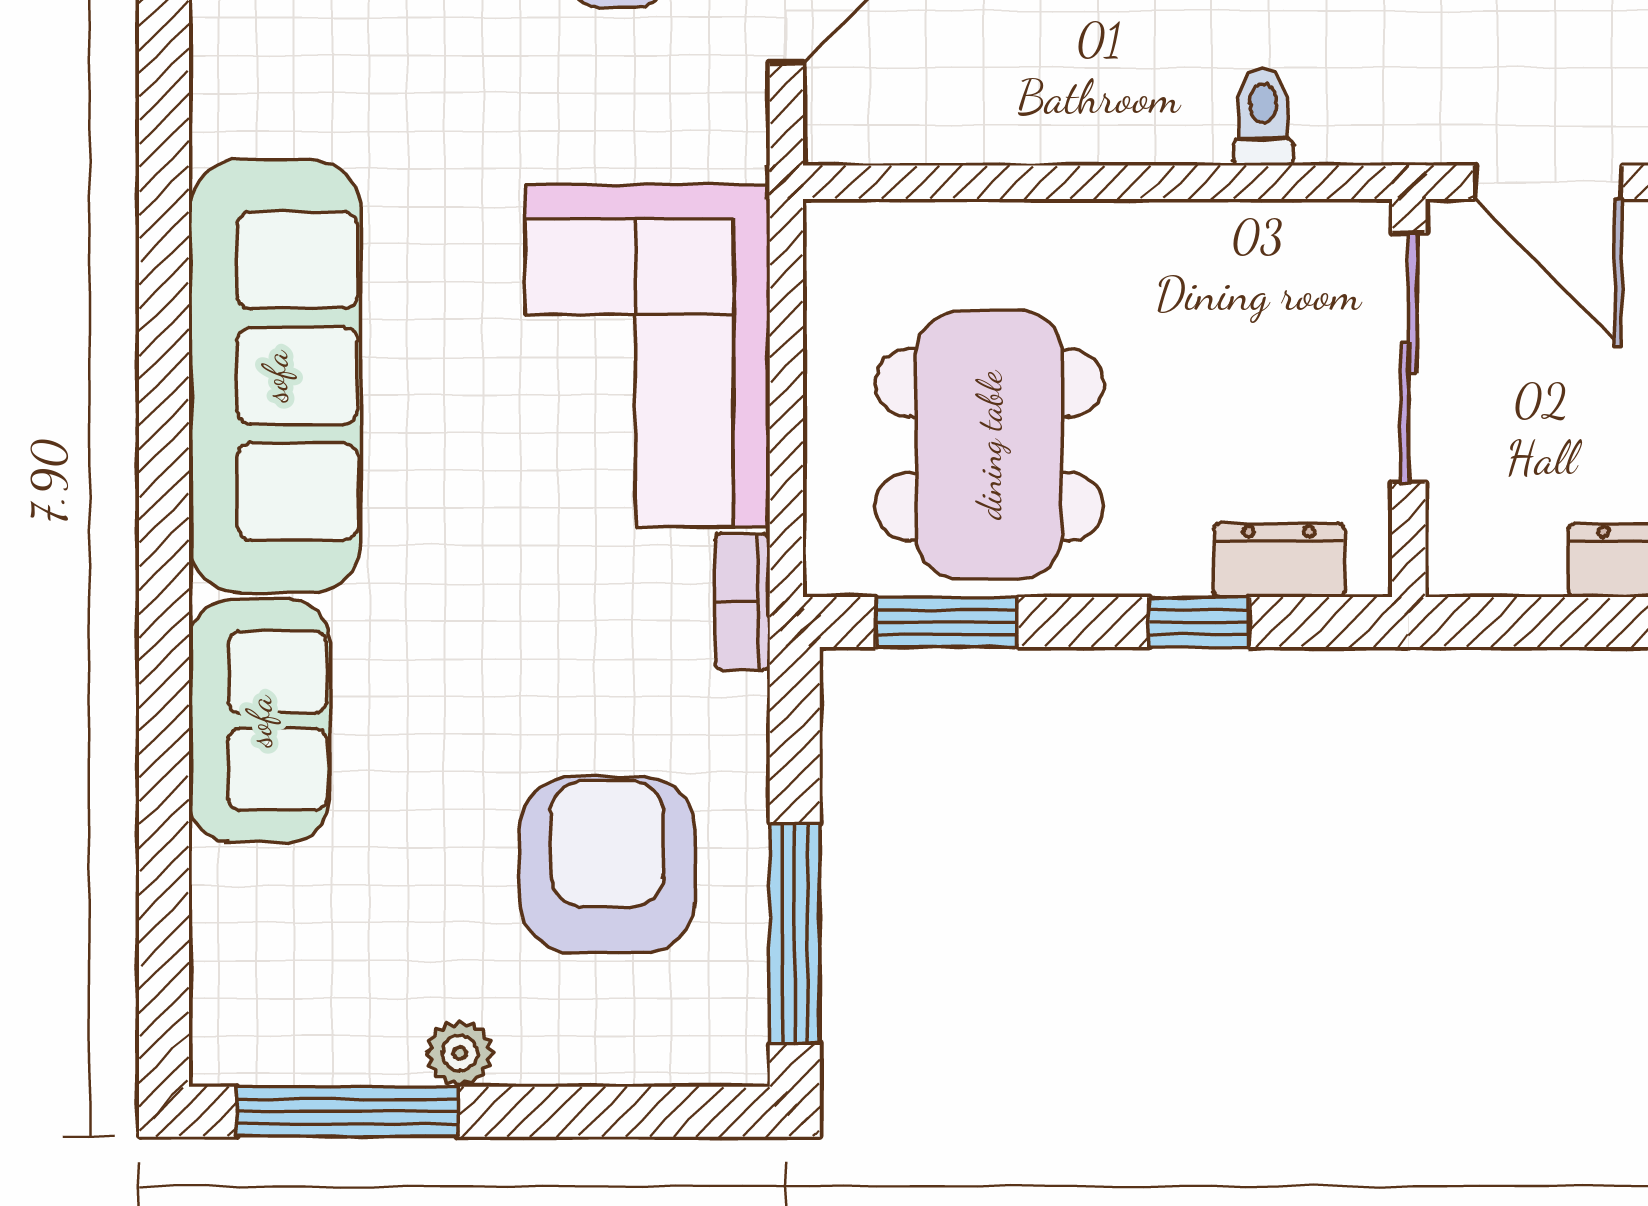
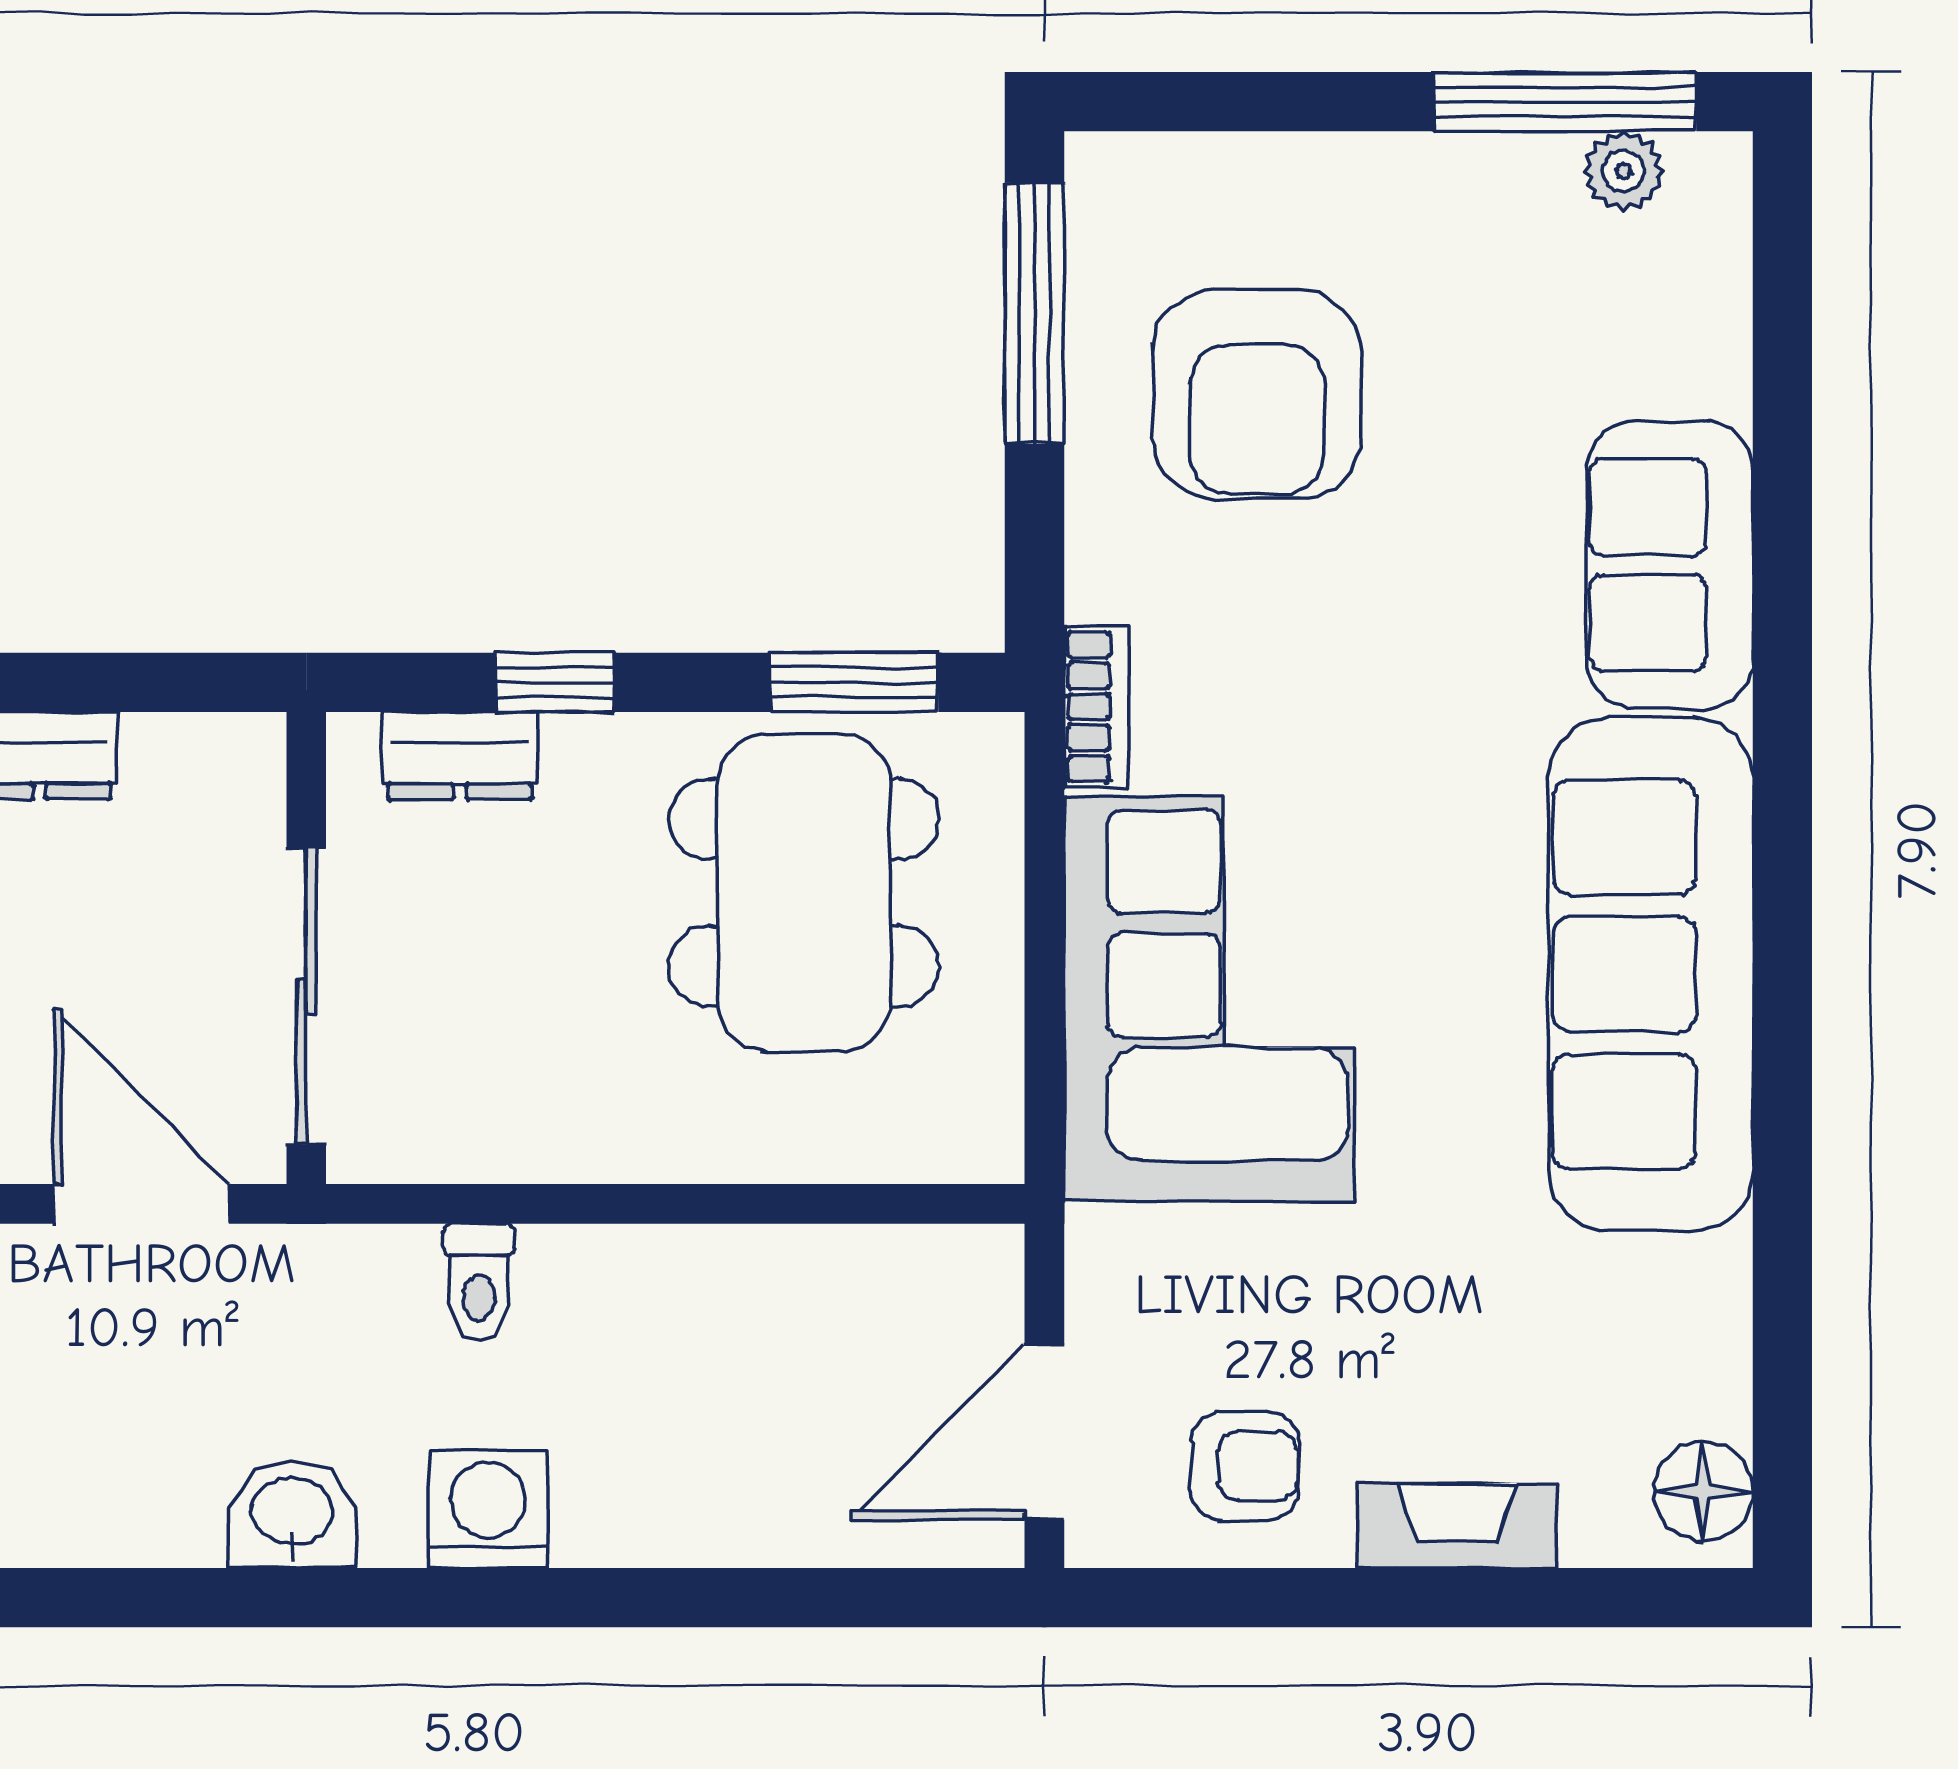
plant: (460, 1053) -> (1623, 171), moved

